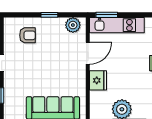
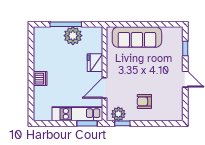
window: (49, 15) -> (122, 123), moved
armchair: (27, 35) -> (144, 101), moved

